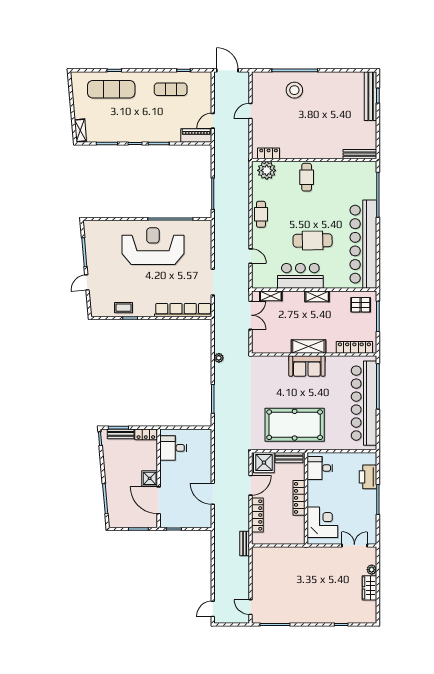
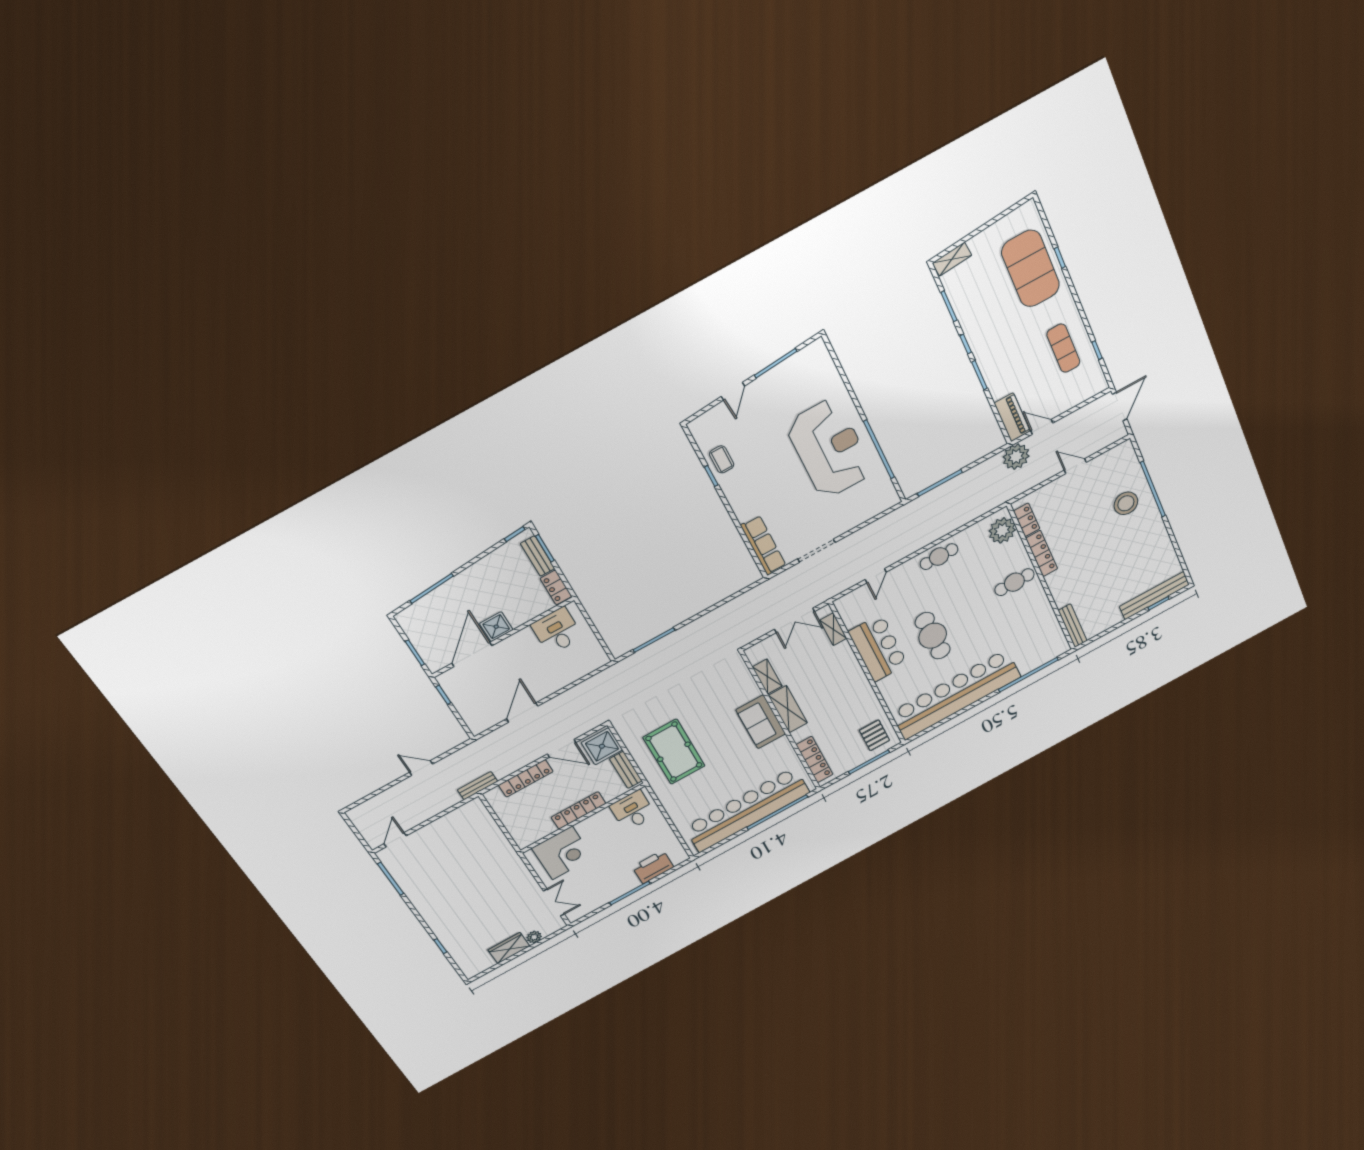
exercise mat: (111, 89) -> (1031, 269), width x1.47
locker: (297, 153) -> (1042, 553), added
door: (87, 282) -> (733, 391), swing flipped
shelving: (317, 296) -> (767, 677), moved
row of seats: (183, 310) -> (763, 545), width x0.73
plant: (219, 358) -> (1016, 457), moved, width x1.88, depth x1.88
pool table: (295, 425) -> (674, 752), width x0.73, depth x0.76
door: (213, 609) -> (421, 768), moved

